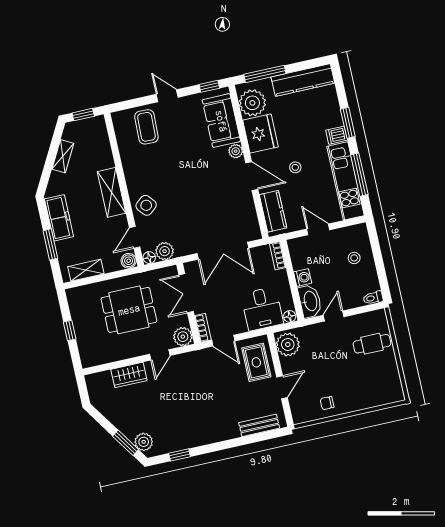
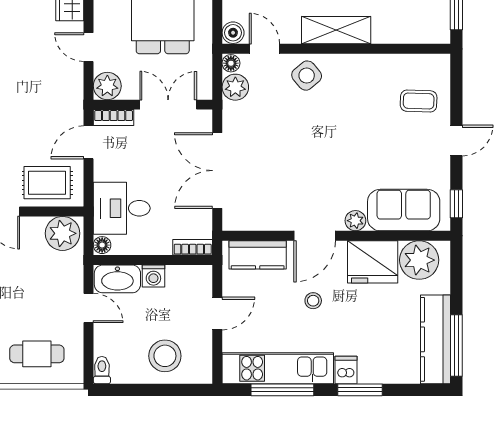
window: (265, 74) -> (456, 346), moved
coffee table: (146, 127) -> (419, 101), width x0.73, depth x0.77
stool: (354, 258) -> (165, 356), width x1.89, depth x1.89
cafe table: (372, 344) -> (37, 354), turned 90

